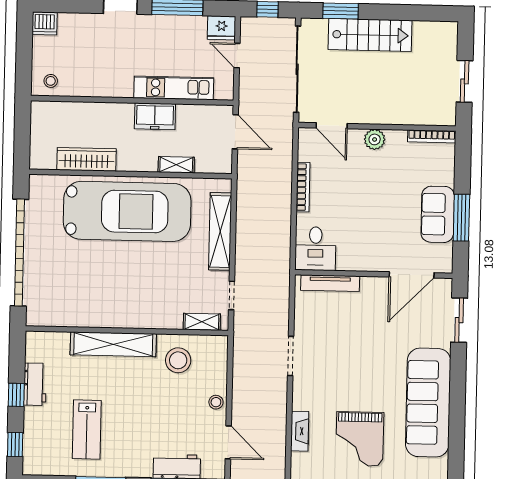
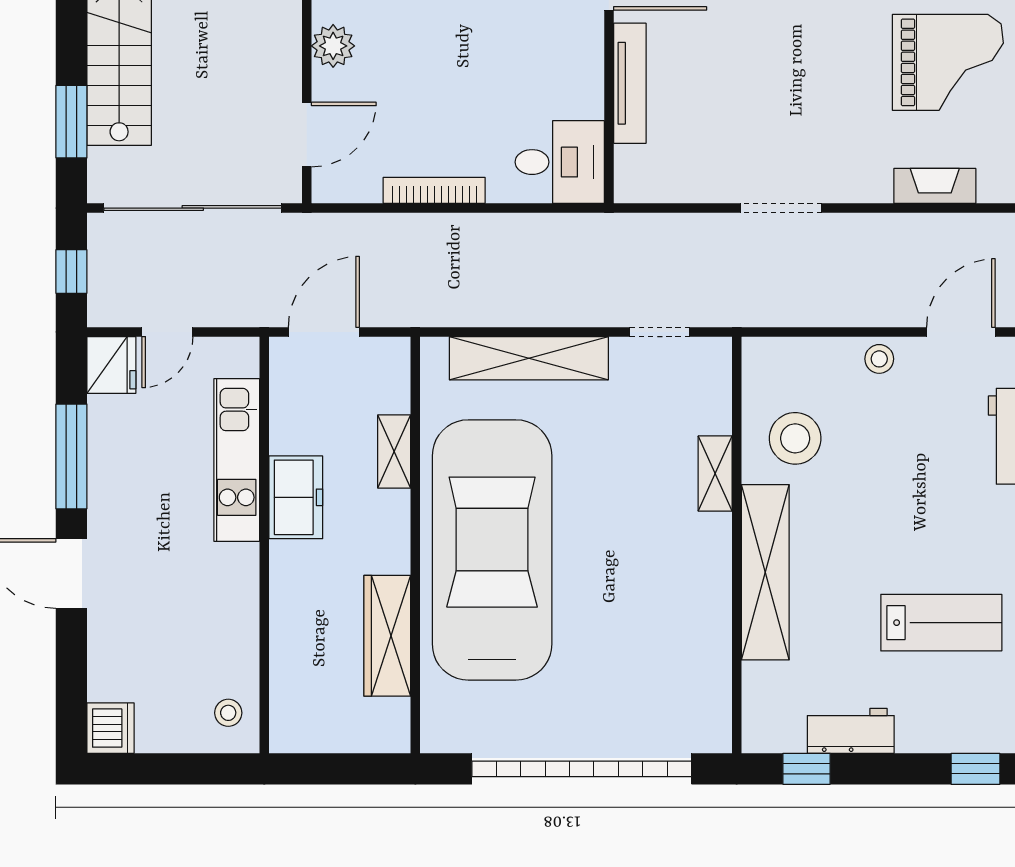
tv unit: (330, 283) -> (630, 83), moved
shelving: (202, 322) -> (715, 474), moved
window: (16, 395) -> (807, 769), moved

